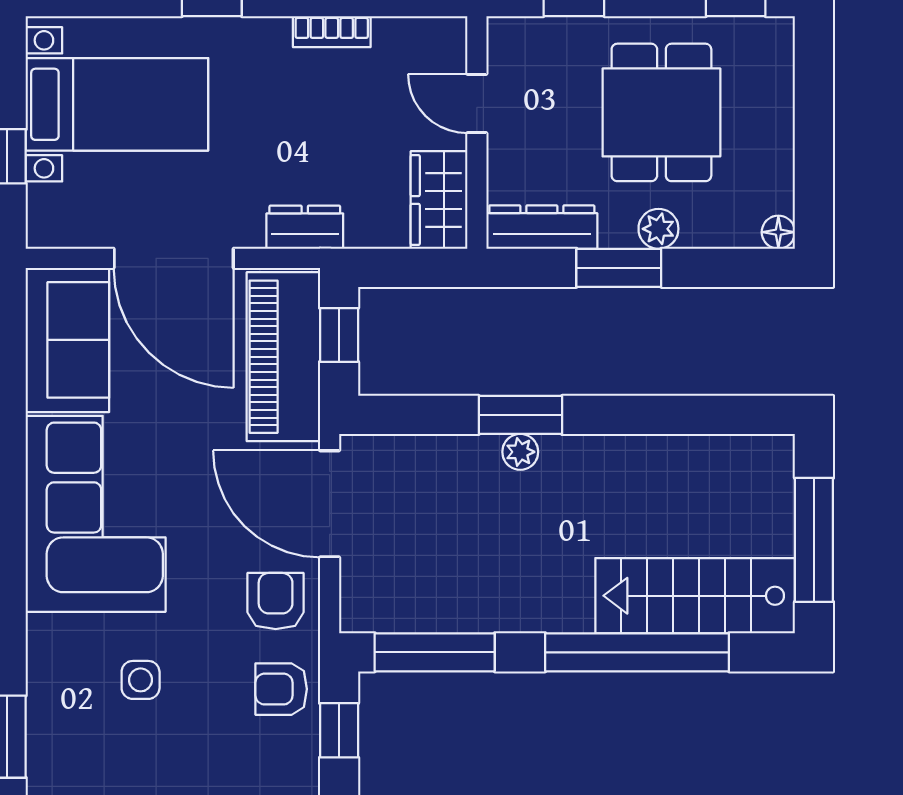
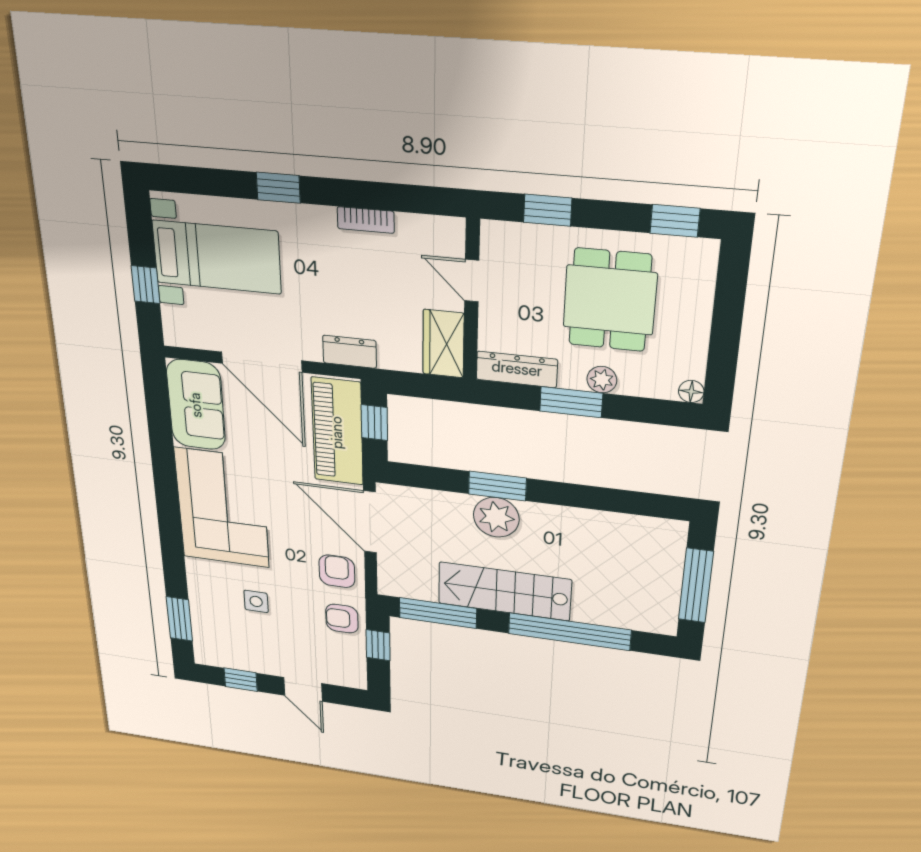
plant: (520, 452) -> (496, 517), width x1.88, depth x1.88
stairs: (695, 596) -> (504, 591), moved

